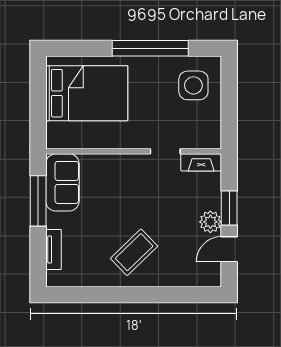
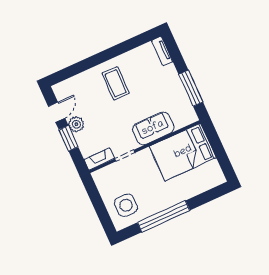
bed: (87, 93) -> (183, 152), moved
sofa: (62, 182) -> (153, 128), moved, turned 90
tv unit: (54, 249) -> (162, 51), moved
coffee table: (134, 252) -> (116, 83), turned -46

